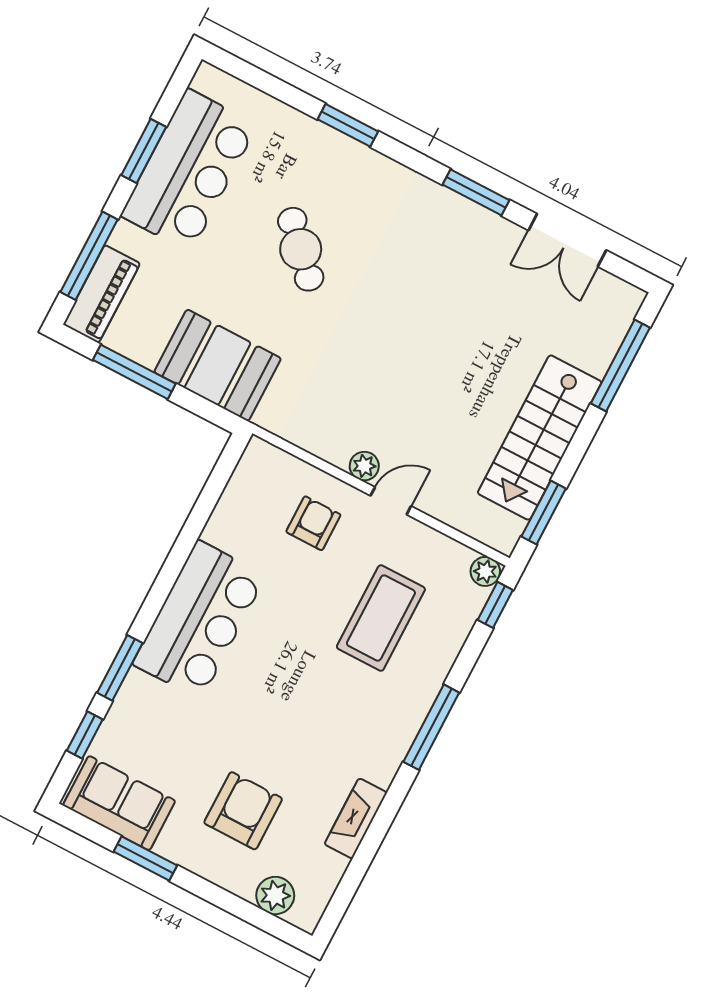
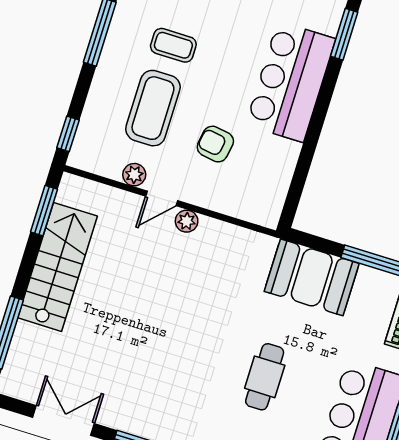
cafe table: (301, 249) -> (265, 377), turned 44
armchair: (313, 523) -> (215, 144), moved, turned 99
plant: (485, 571) -> (134, 175), moved
coffee table: (340, 693) -> (173, 45), added

